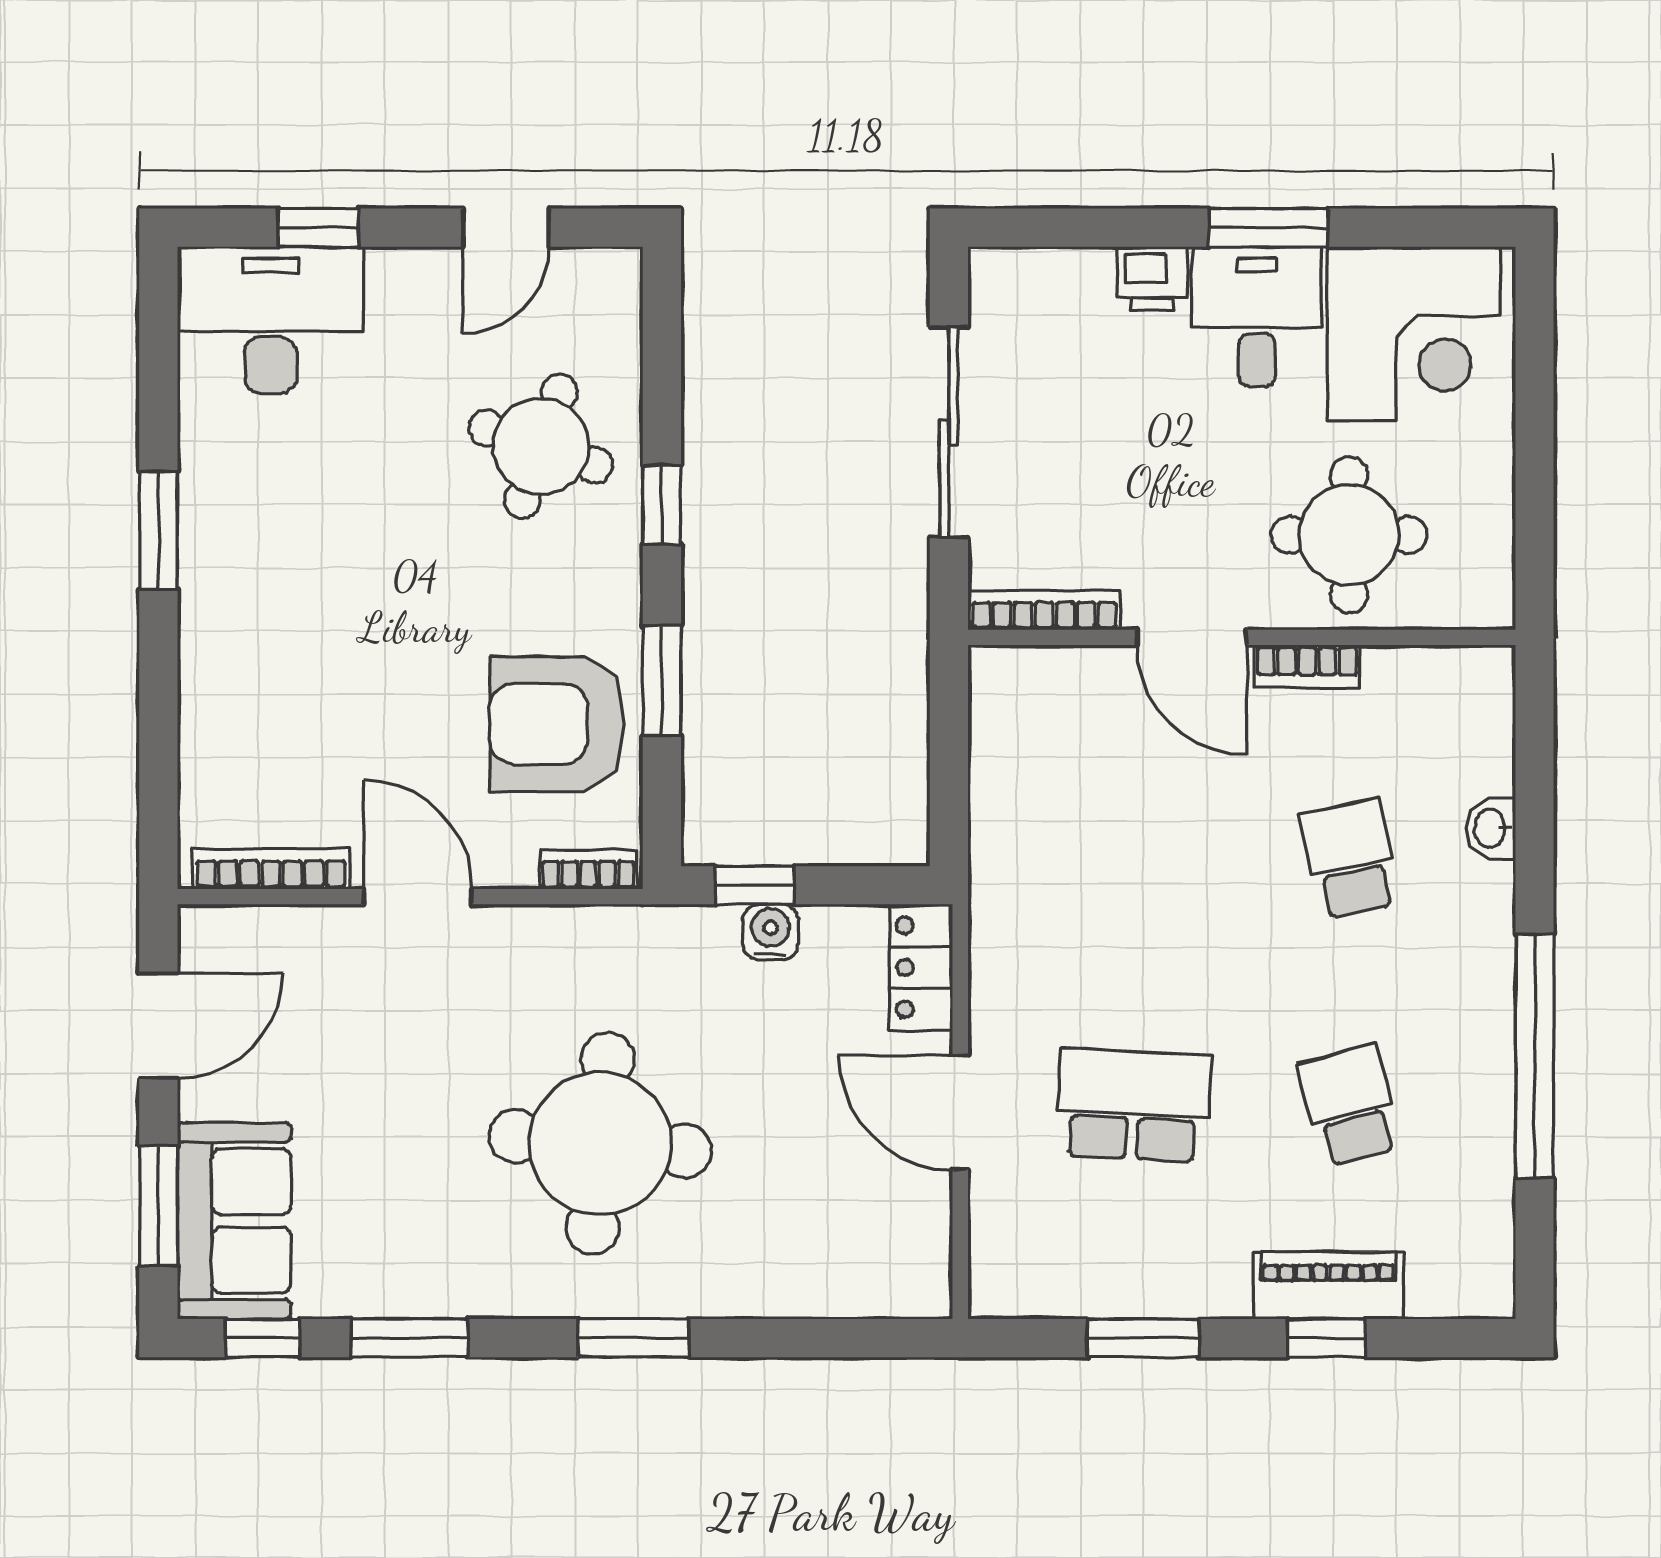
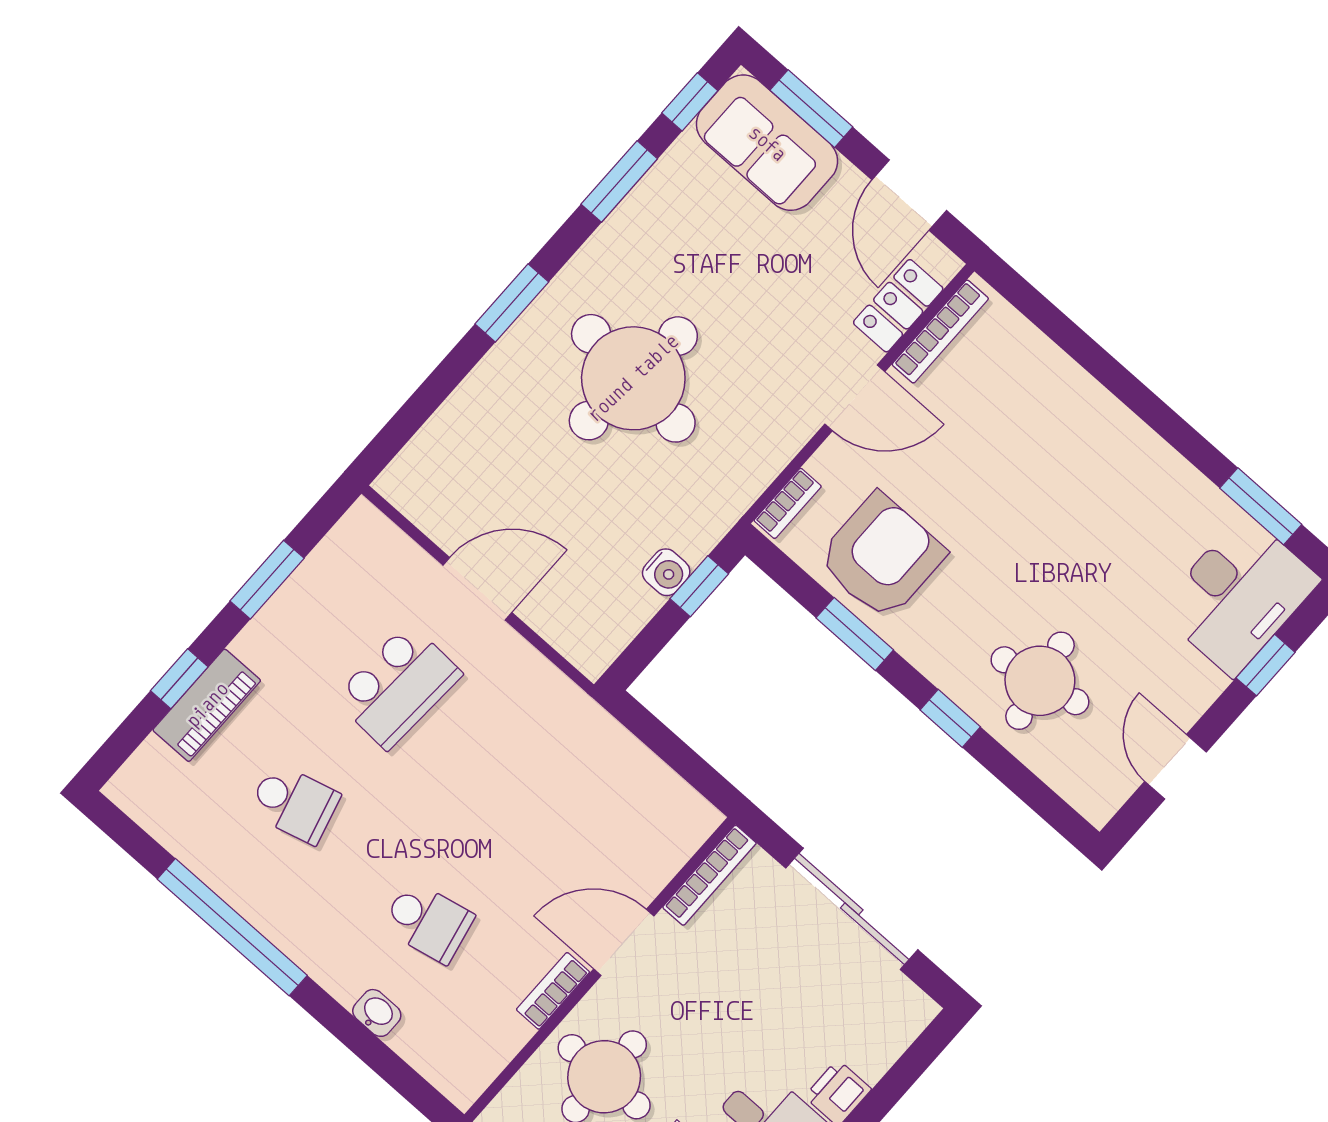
round table: (541, 446) -> (1040, 681), turned -30
window: (158, 530) -> (1261, 506), moved
locker: (921, 967) -> (898, 306), moved, turned -90

